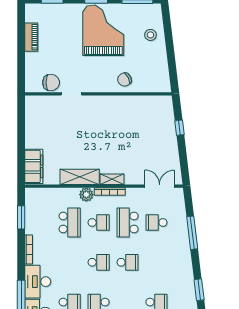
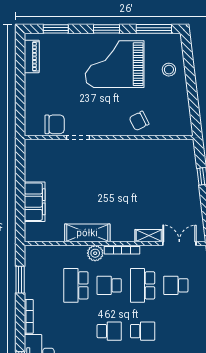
grand piano: (103, 30) -> (115, 64), turned -90
piano: (31, 37) -> (32, 56), moved
filing cabinet: (34, 166) -> (35, 202), moved
shelving: (112, 179) -> (149, 236), moved
school desk: (70, 223) -> (76, 285), turned 180
school desk: (99, 223) -> (109, 285), turned 180

